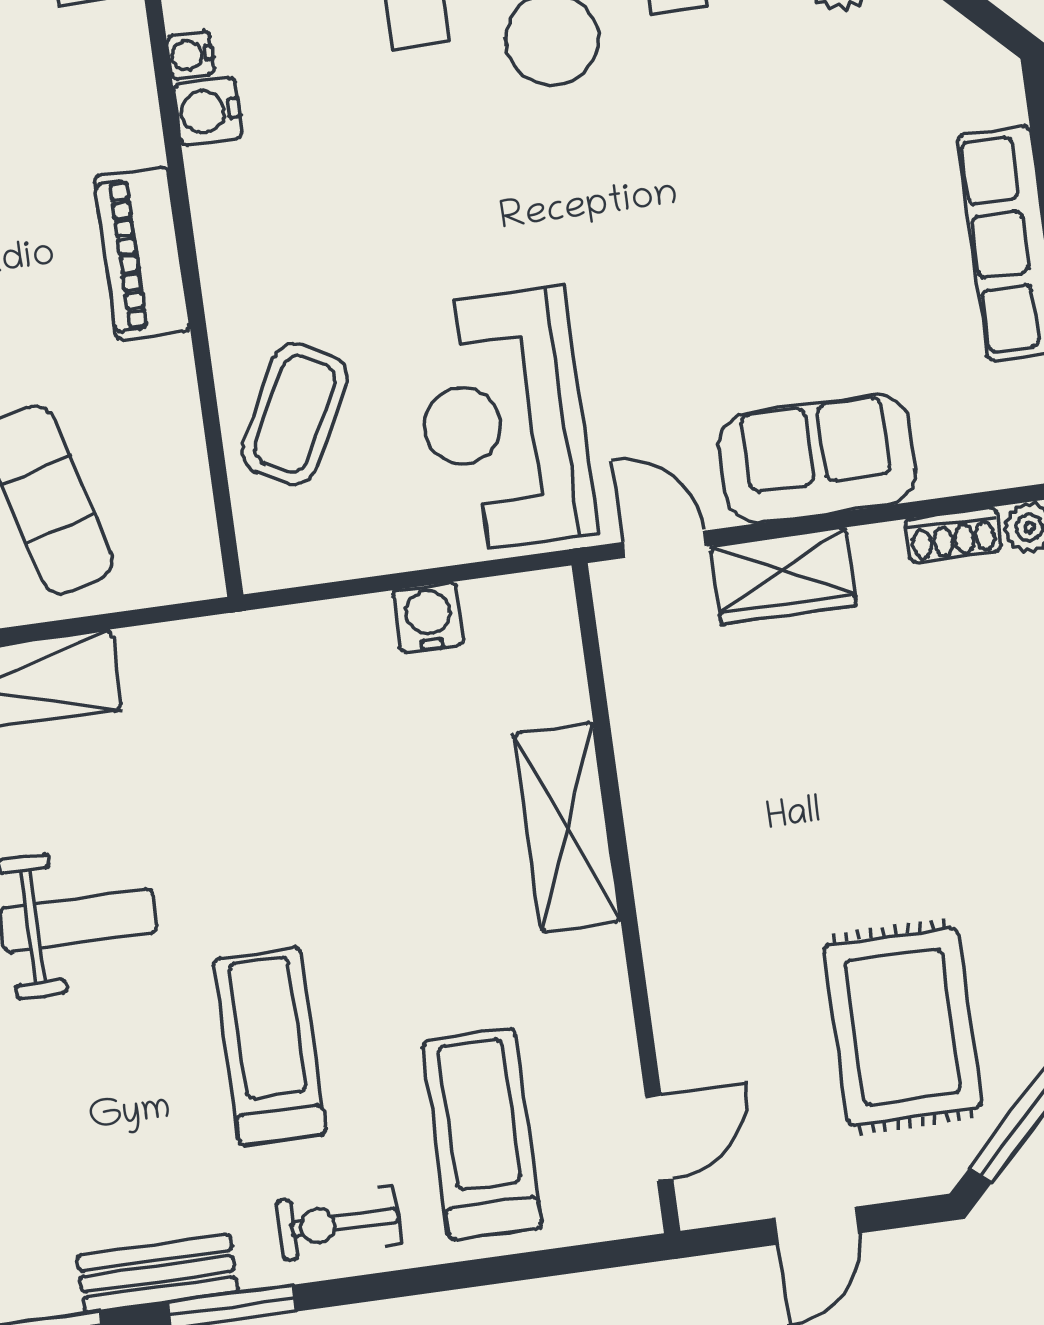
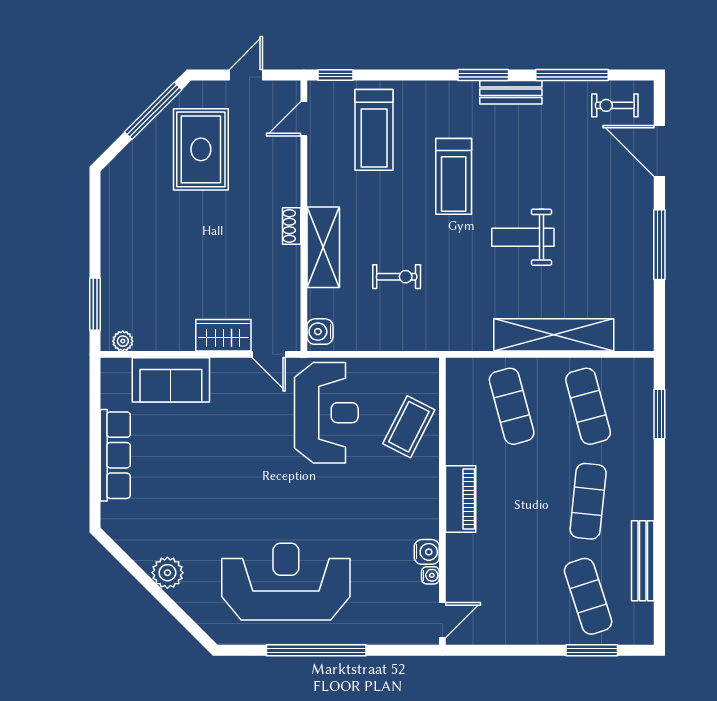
sofa: (818, 459) -> (171, 380), moved
shoe rack: (953, 535) -> (292, 226), moved, turned -90
water cooler: (429, 618) -> (320, 332), moved, turned 90
exercise bike: (339, 1223) -> (397, 277), moved
window: (596, 1256) -> (335, 75), added

